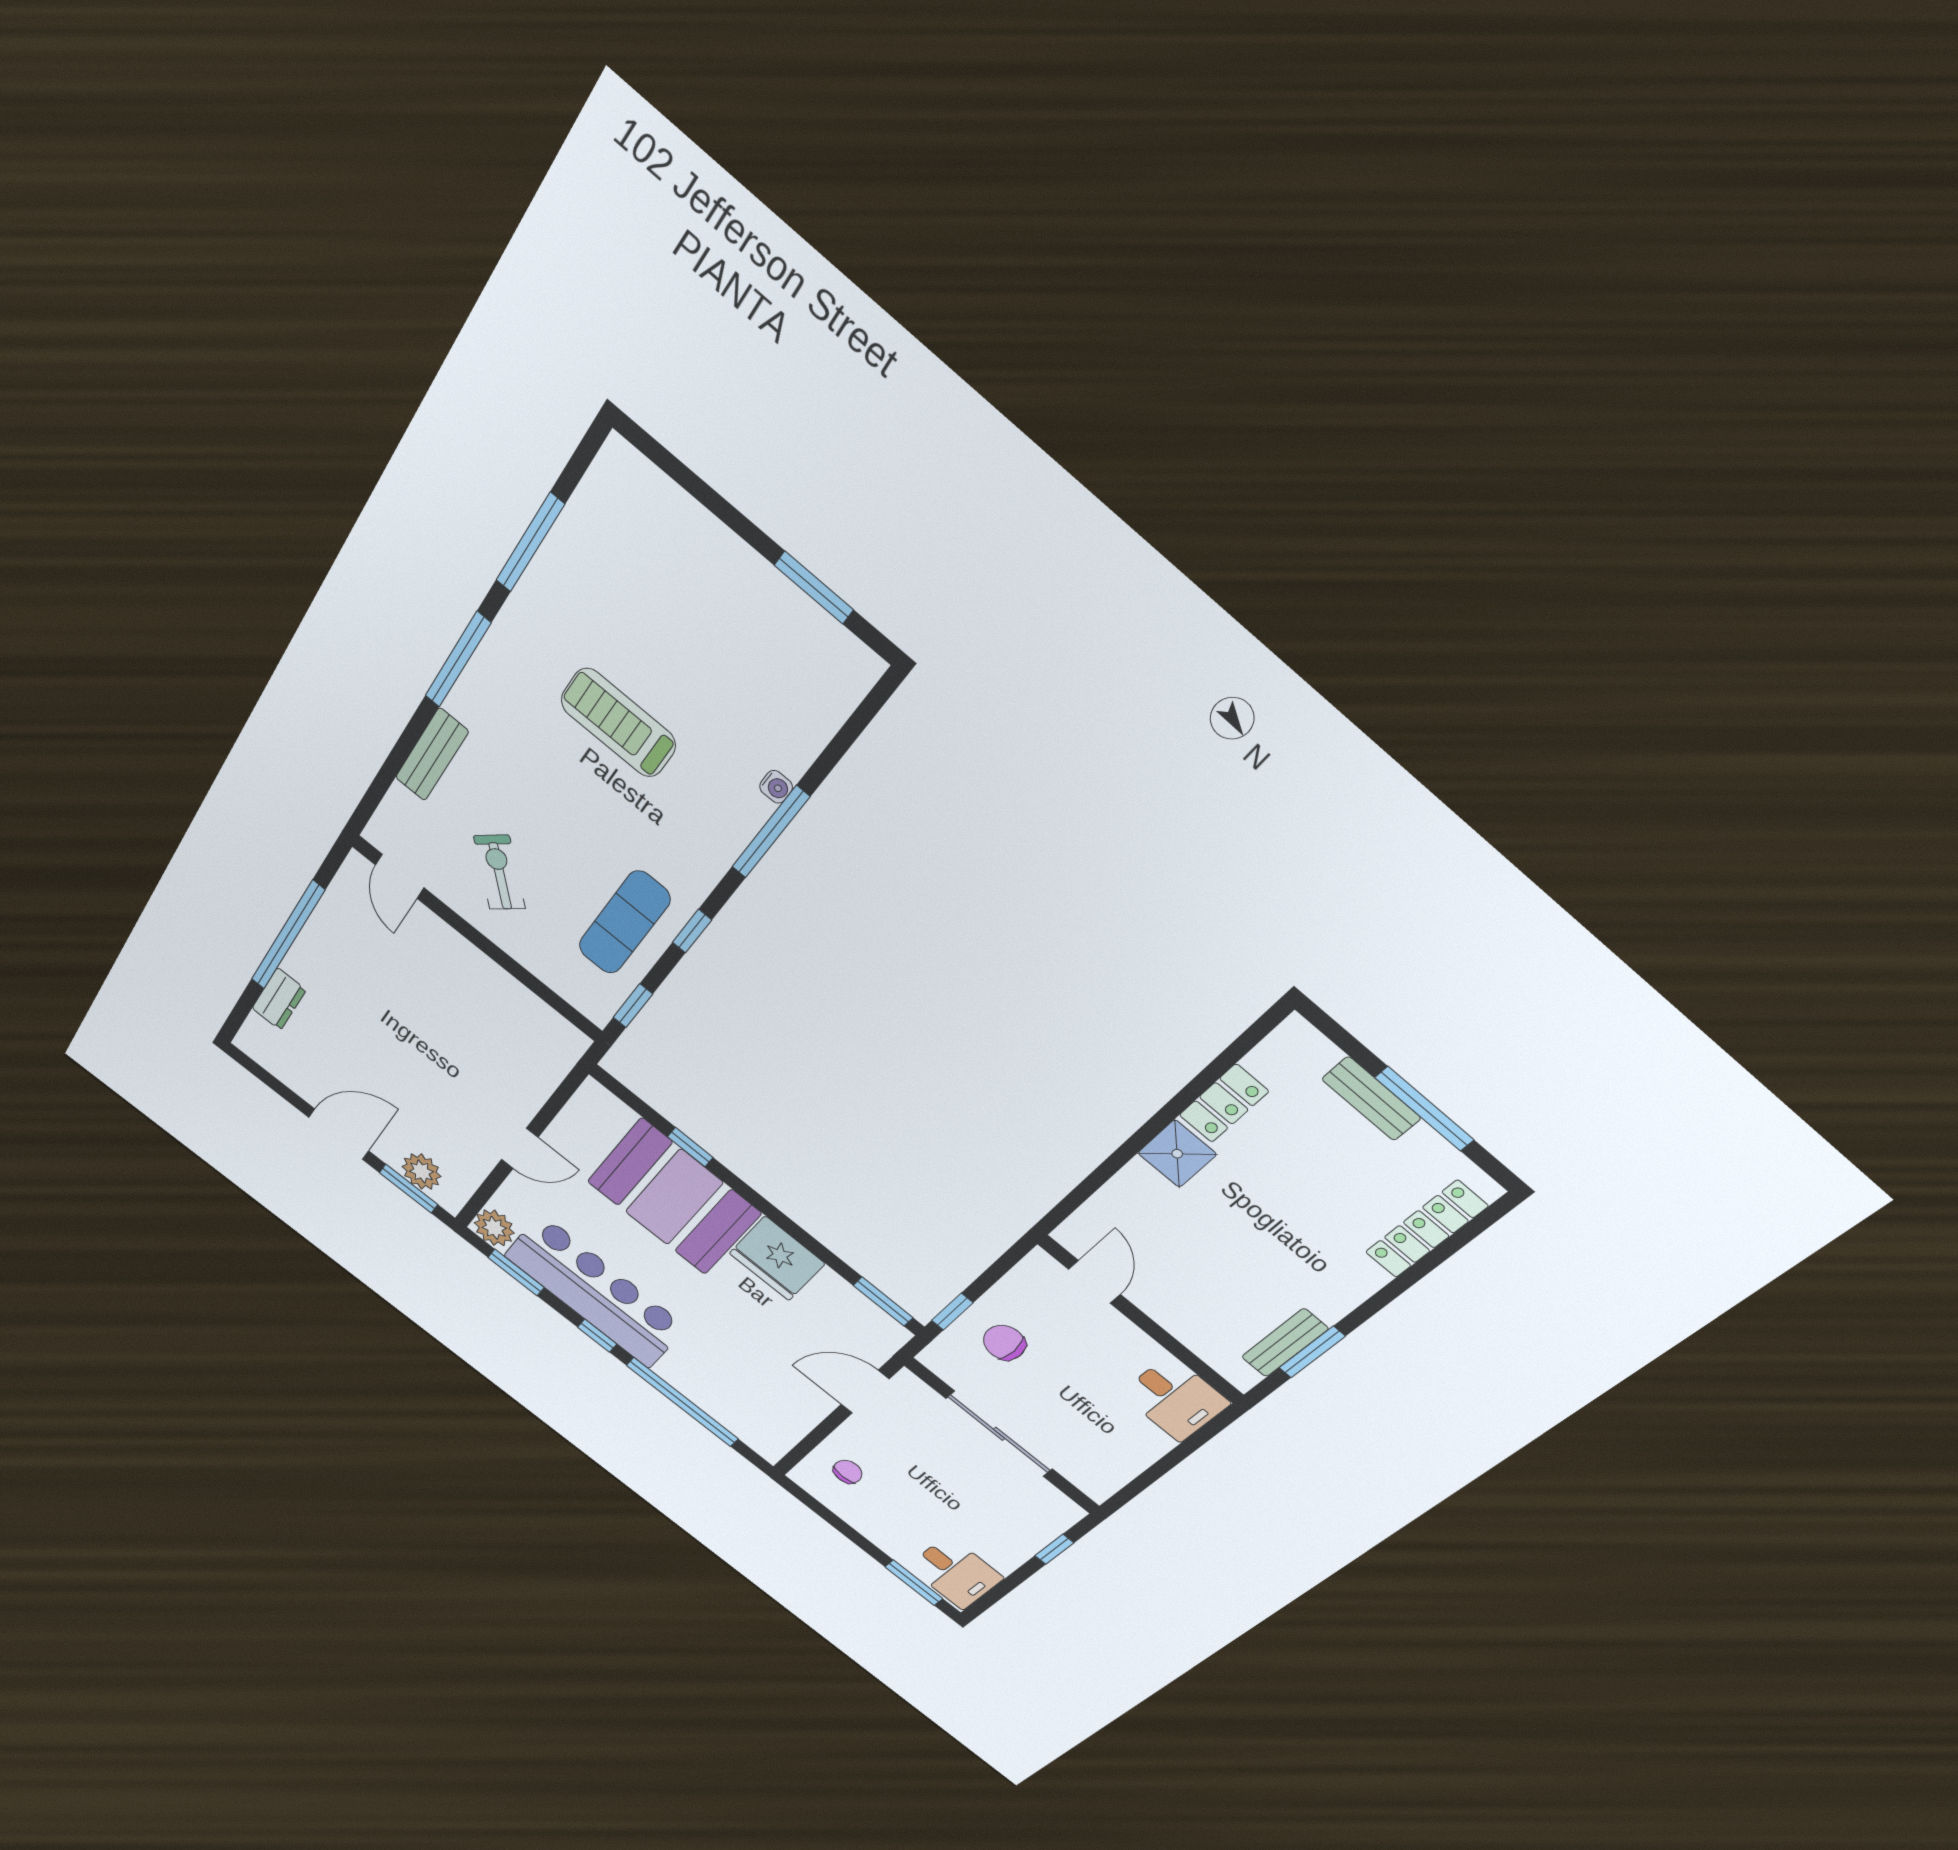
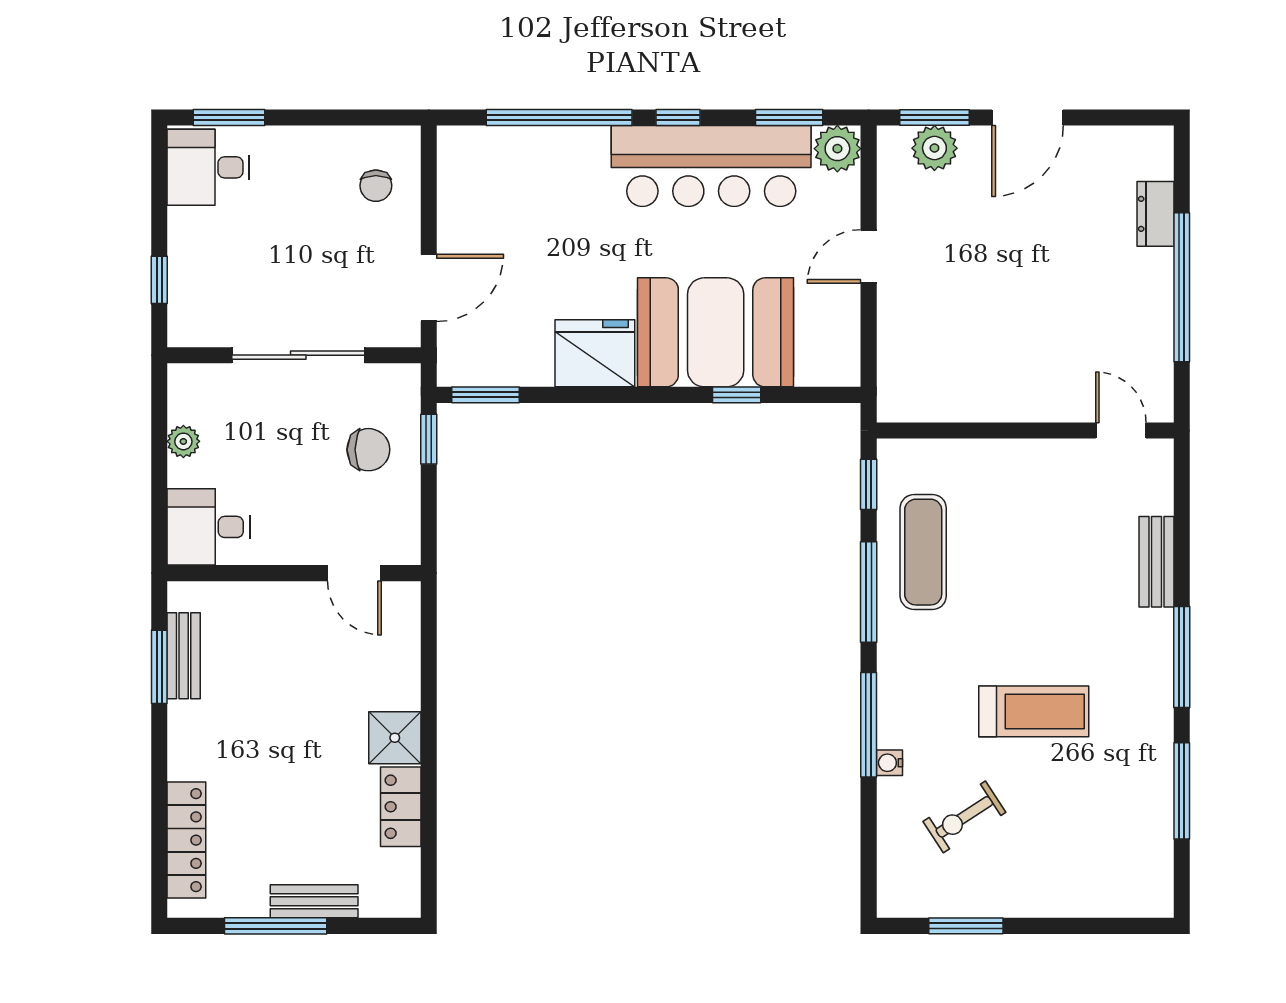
exercise bike: (499, 872) -> (964, 817), moved, turned 101
window: (692, 931) -> (869, 592), width x2.17
plant: (1137, 1458) -> (183, 441), added

